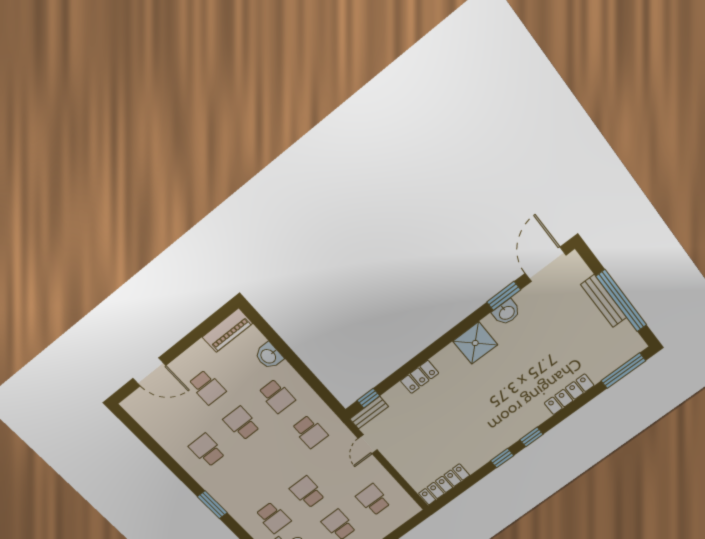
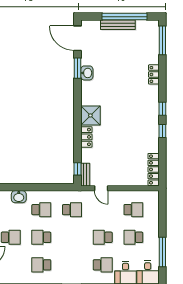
shower: (475, 343) -> (90, 115), moved
locker: (569, 394) -> (154, 74), width x0.66
school desk: (373, 500) -> (133, 210), turned 180

